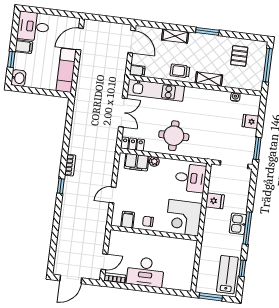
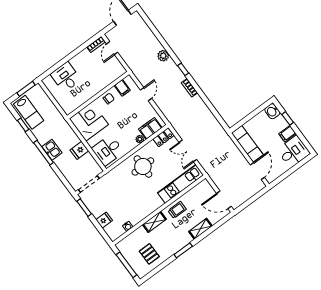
filing cabinet: (137, 71) -> (203, 185), removed
plant: (67, 214) -> (163, 56), added
desk: (145, 272) -> (66, 77), moved, width x0.73

